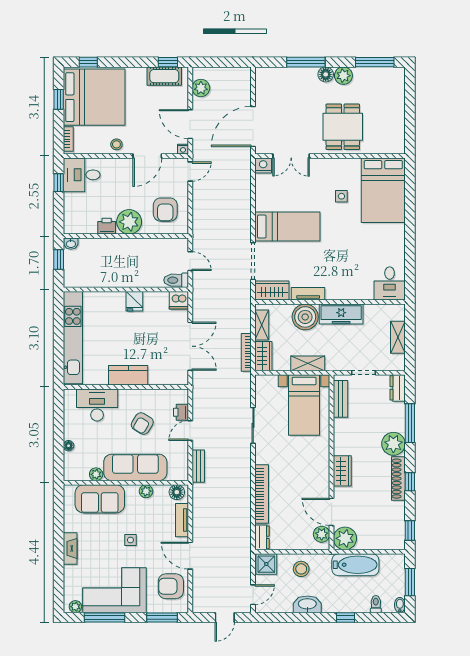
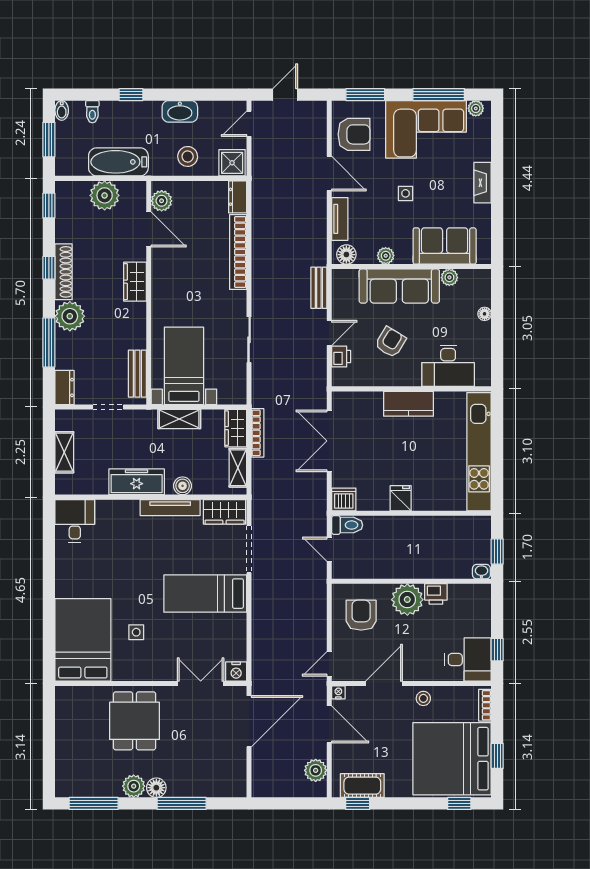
tv unit: (308, 294) -> (170, 508), width x1.41
boiler: (305, 317) -> (183, 486), width x0.54, depth x0.54
plant: (345, 538) -> (105, 195), moved

